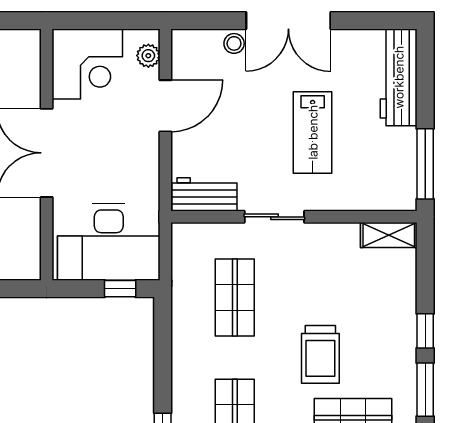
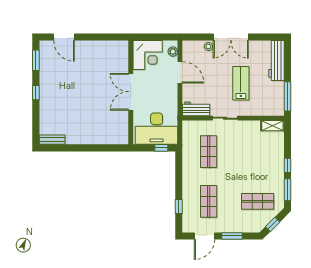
door: (165, 106) -> (180, 72), hinge flipped
lab bench: (313, 132) -> (241, 83), turned 180
trolley: (320, 354) -> (244, 175), removed

